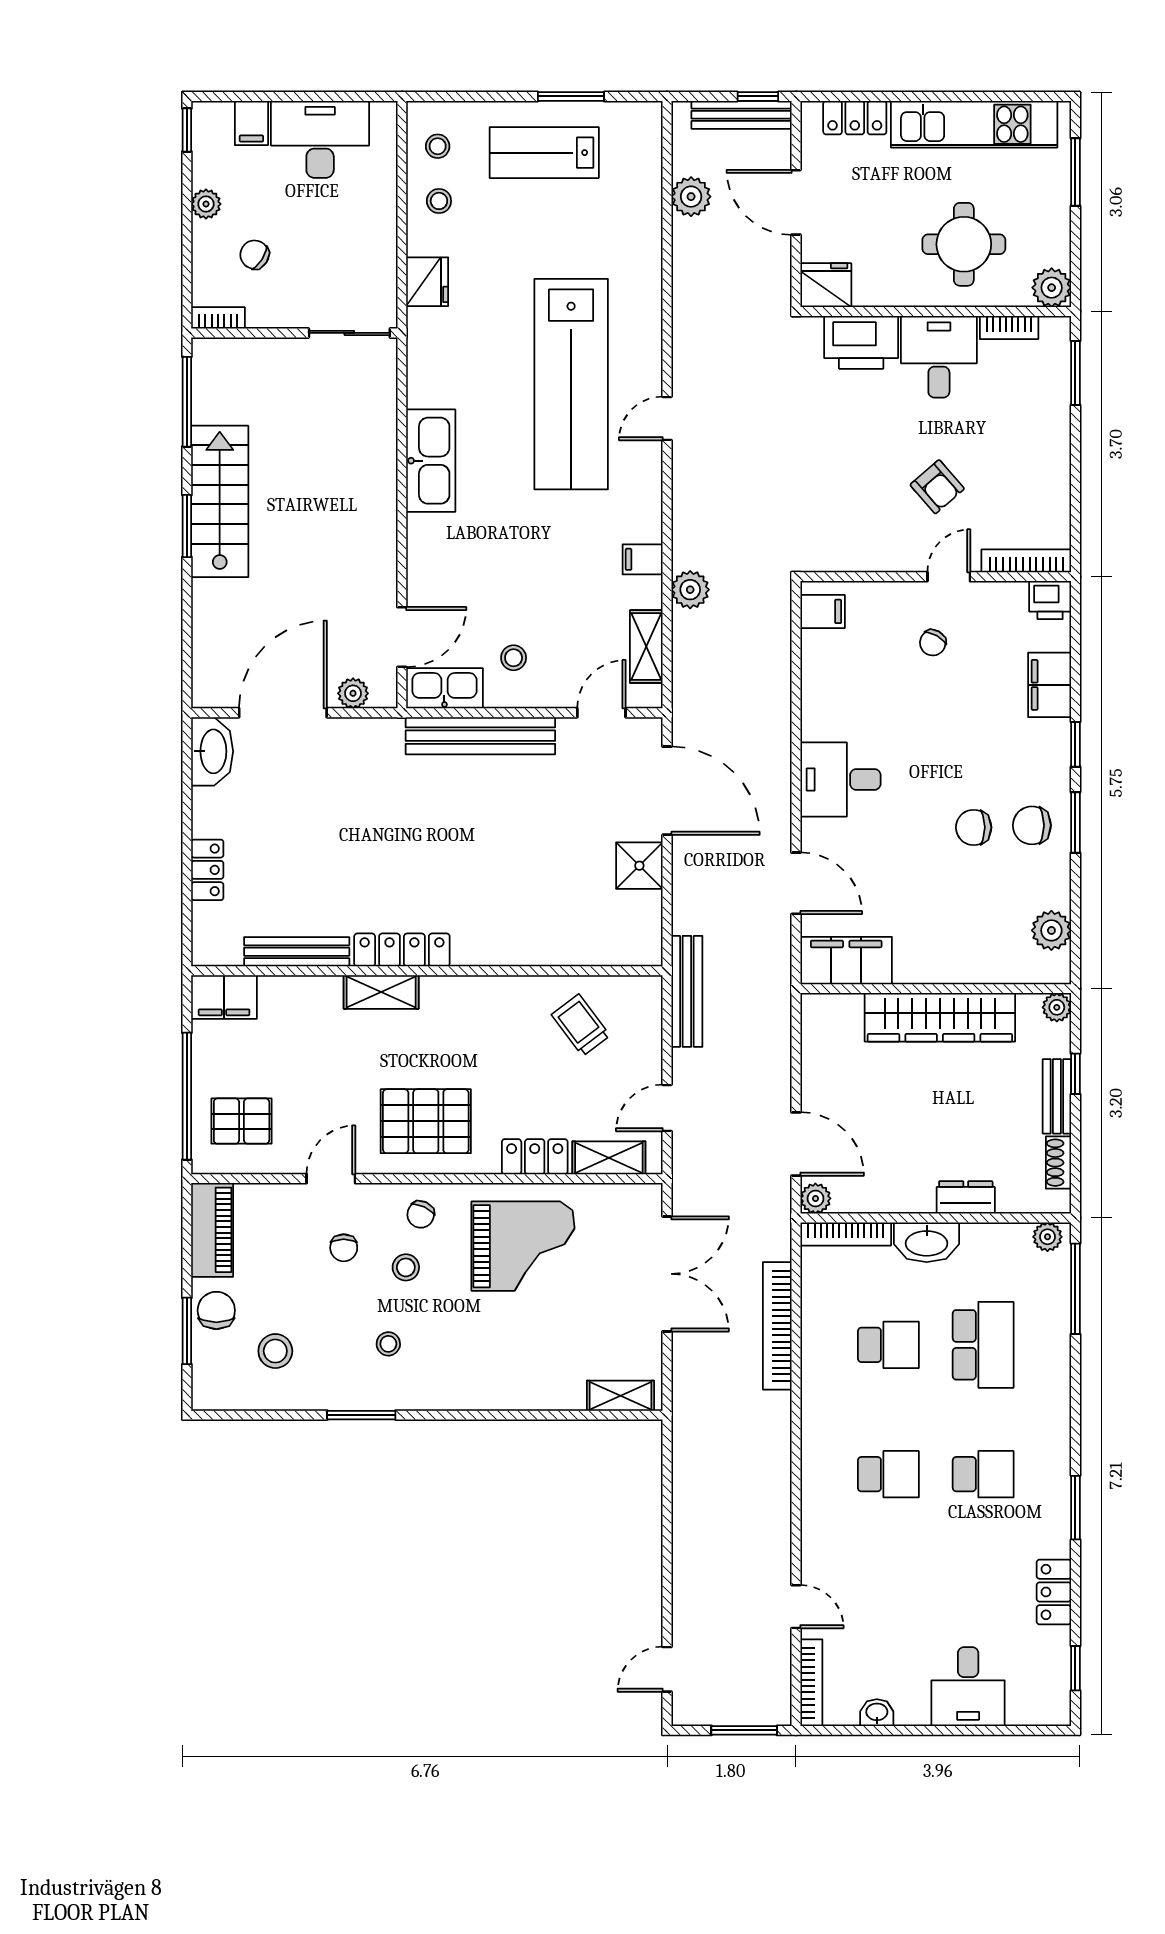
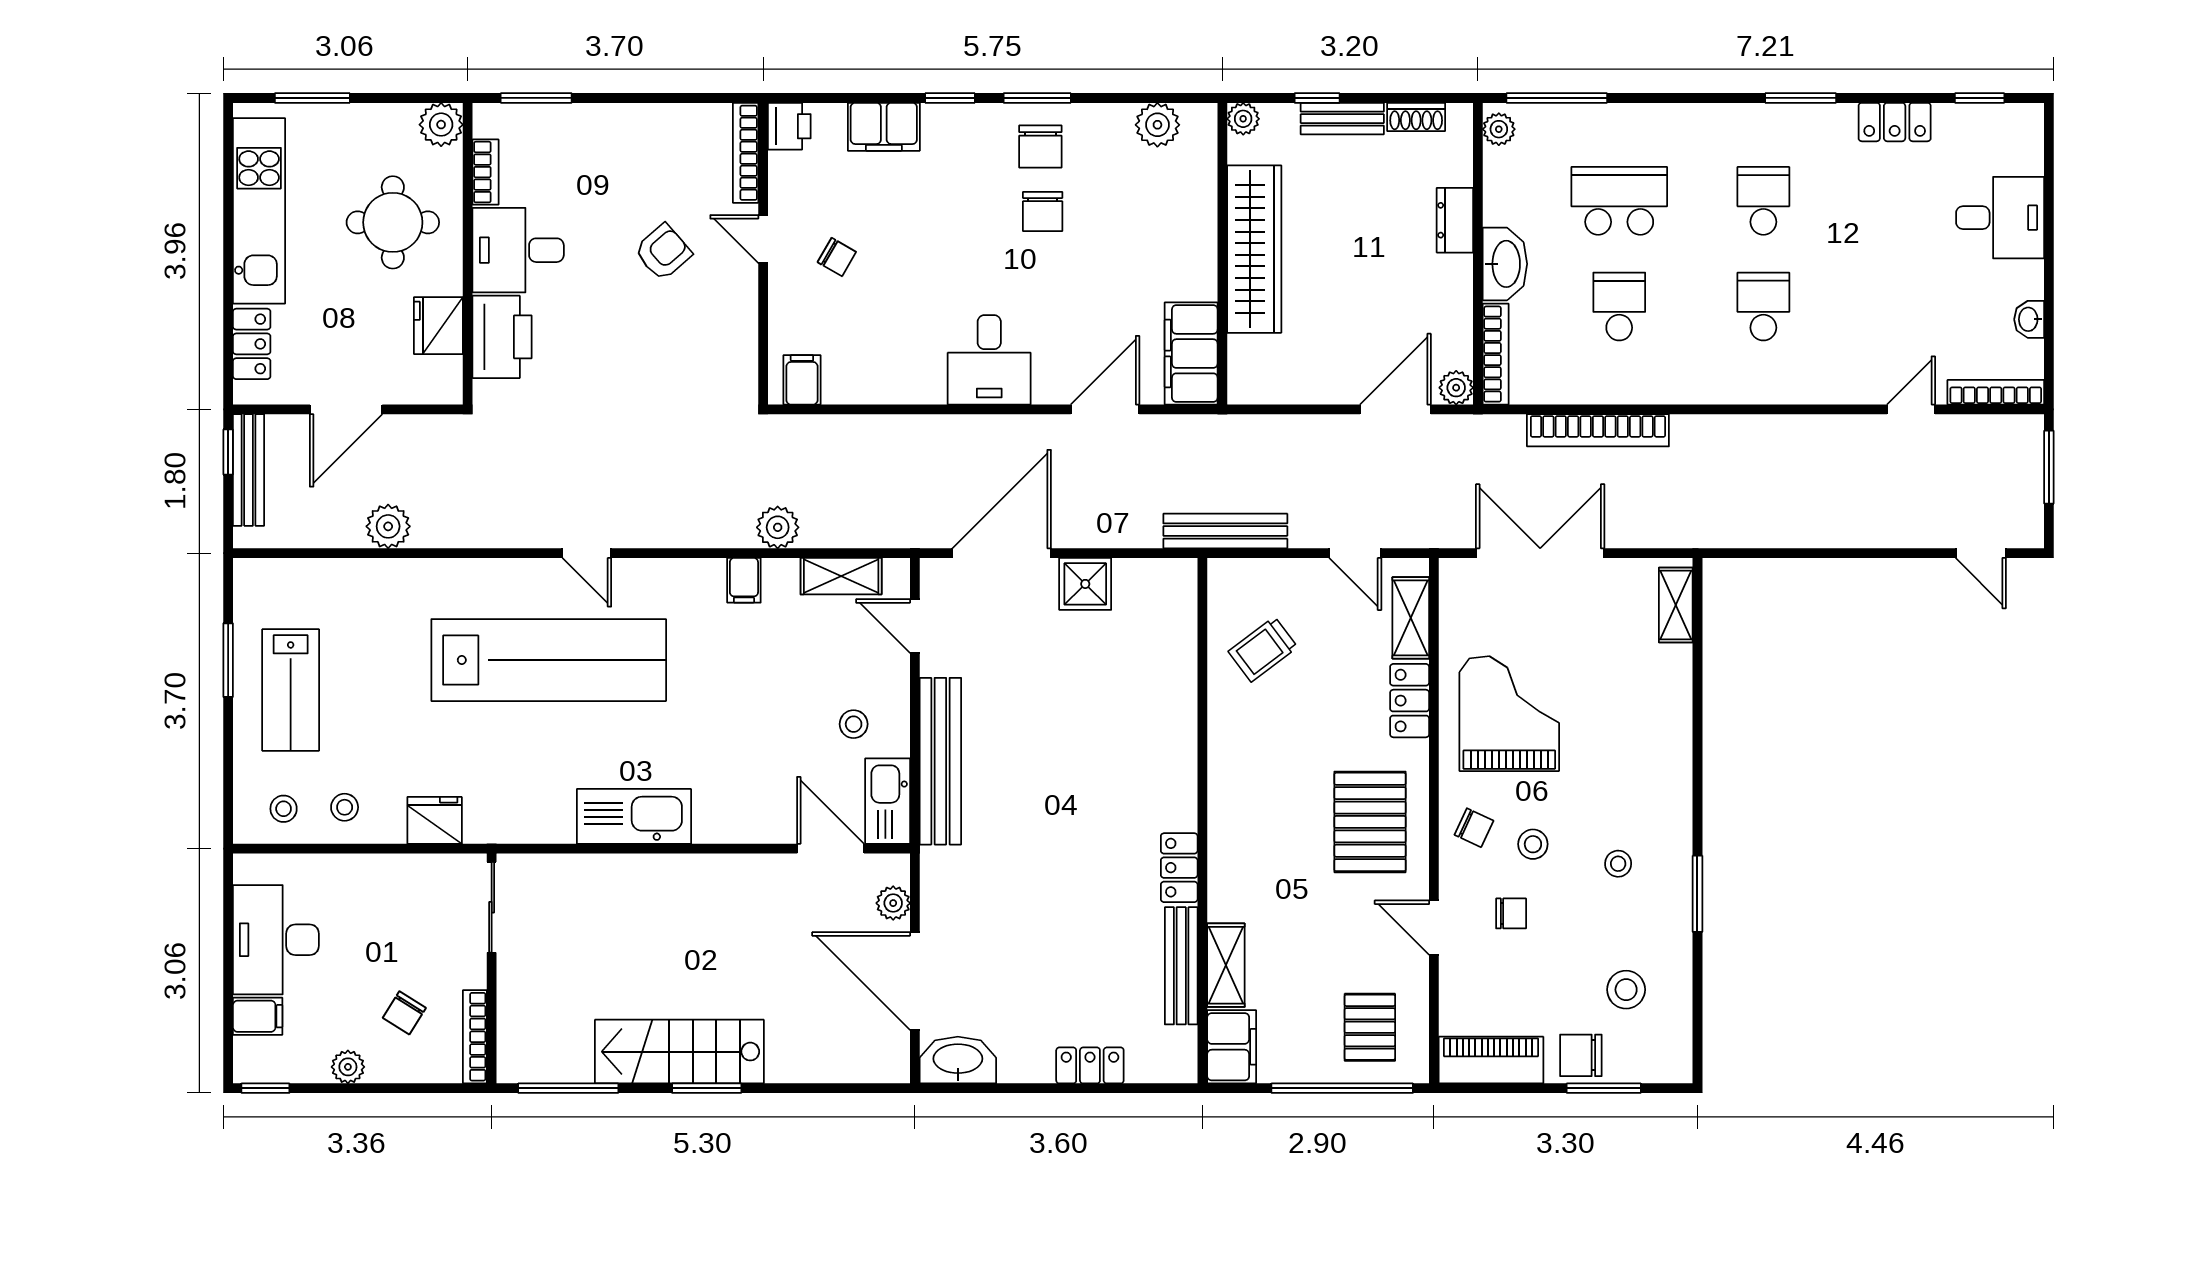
plant: (691, 197) -> (388, 526), moved
fridge: (826, 285) -> (438, 326), moved
bookcase: (218, 318) -> (475, 1037), width x1.56
locker: (402, 950) -> (1179, 868), width x0.66
shelving: (381, 992) -> (1226, 965), moved

